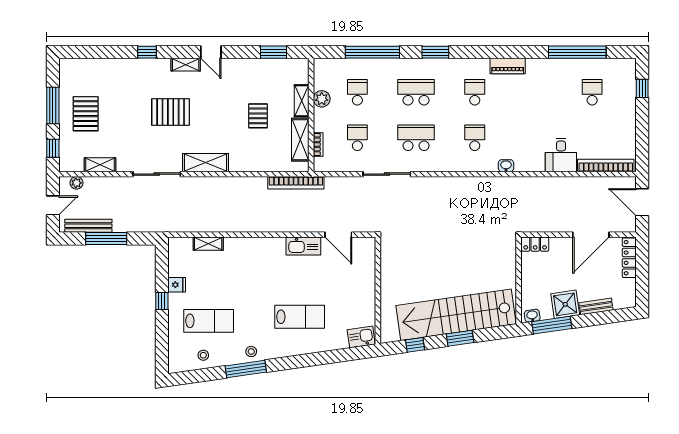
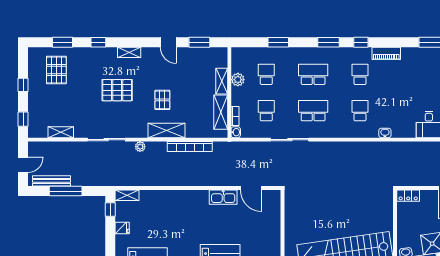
window: (102, 52) -> (63, 42), added
door: (211, 52) -> (168, 42), moved
window: (372, 52) -> (278, 42), width x0.47
window: (476, 52) -> (361, 42), added
window: (53, 106) -> (23, 85), width x0.46
pallet: (86, 114) -> (56, 70), moved
pallet: (258, 116) -> (162, 100), moved
shelving: (206, 163) -> (167, 130), moved
washbasin: (319, 165) -> (236, 132), added
plant: (76, 183) -> (140, 147), moved
bookcase: (296, 183) -> (190, 147), moved
shelving: (208, 244) -> (127, 195), moved
window: (162, 301) -> (110, 210), moved

